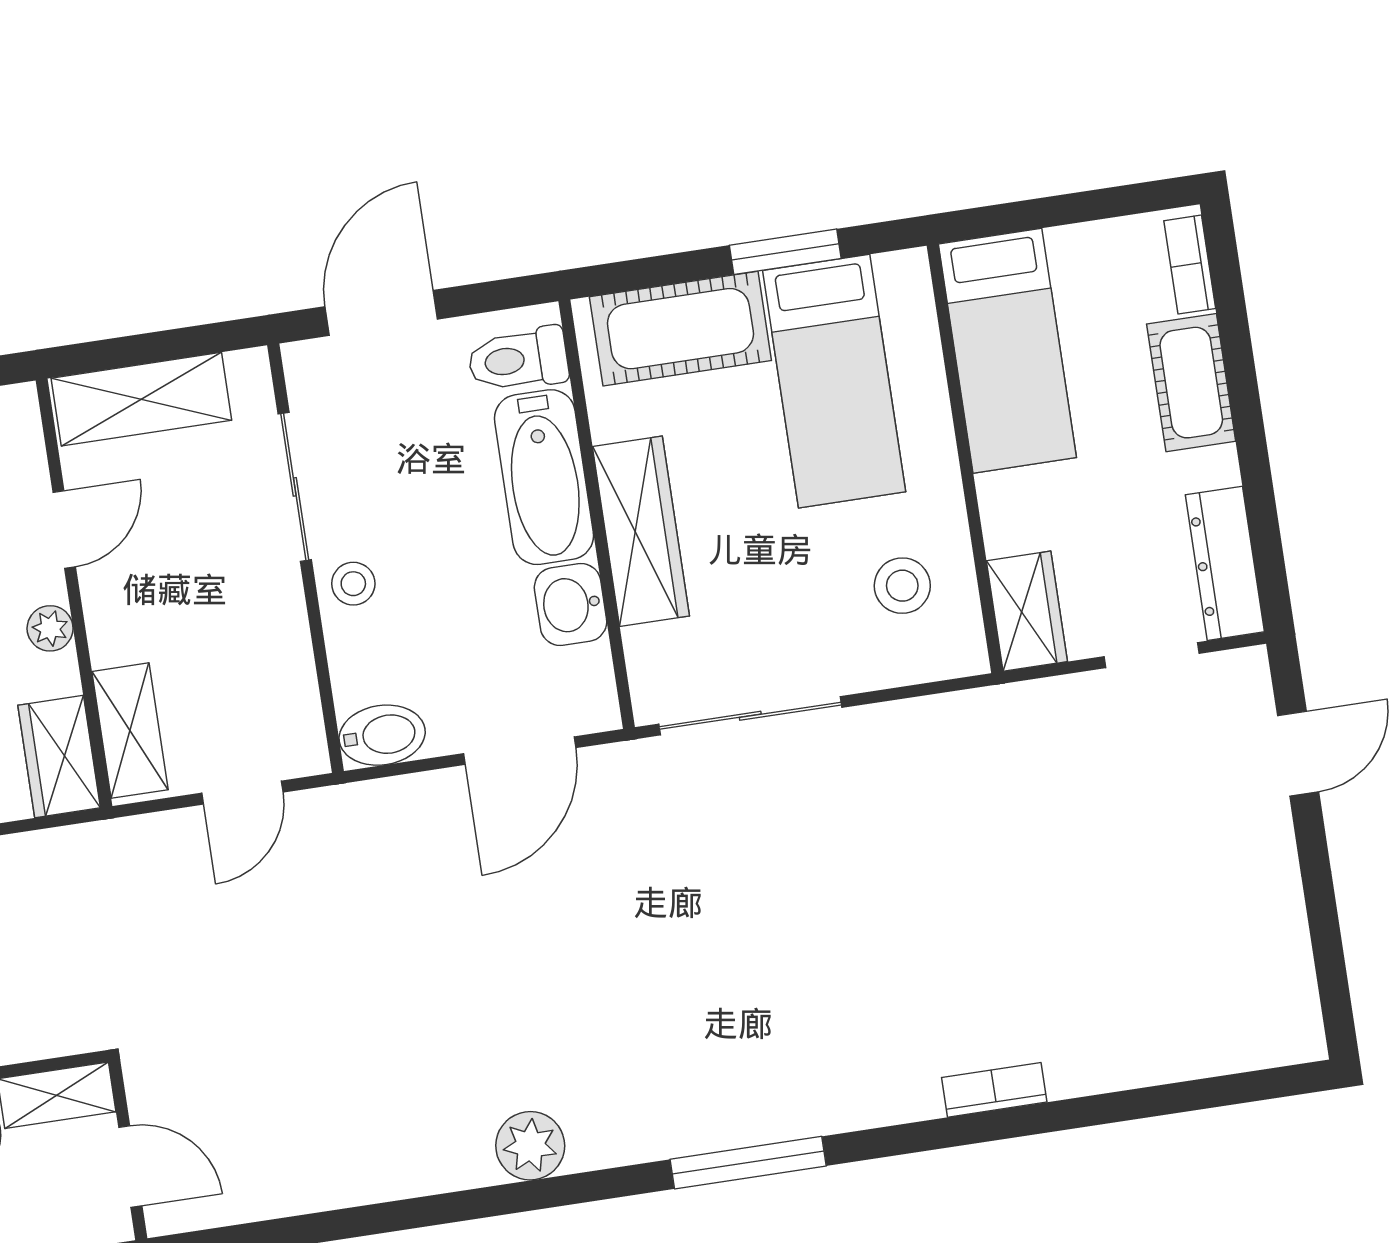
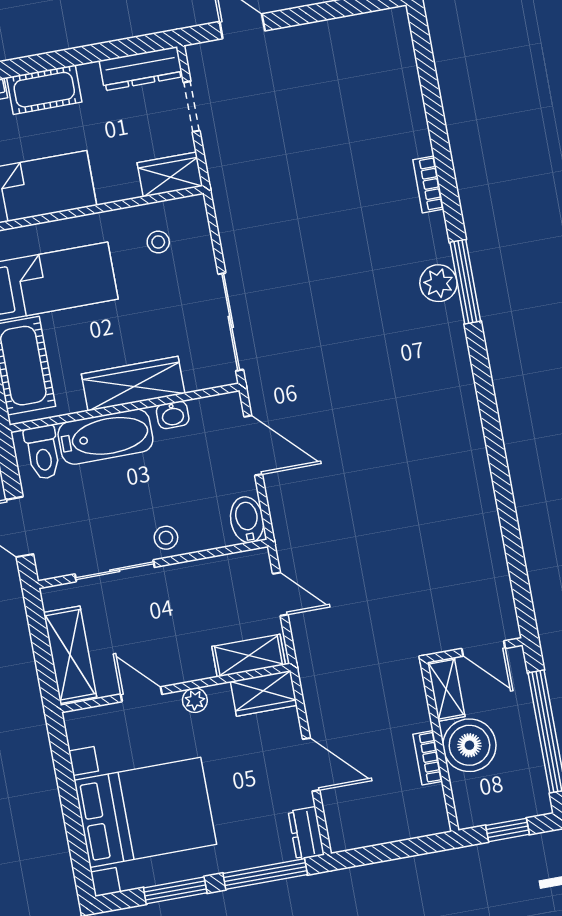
stool: (902, 586) -> (158, 242), width x0.73, depth x0.73
washbasin: (571, 604) -> (173, 415), width x0.72, depth x0.69
plant: (530, 1146) -> (438, 283), moved
window: (748, 1163) -> (465, 282), moved
door: (130, 1167) -> (483, 648), swing flipped

